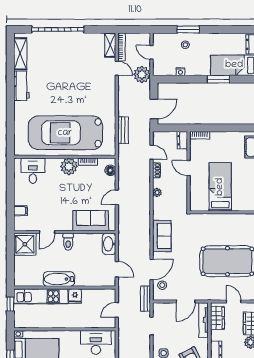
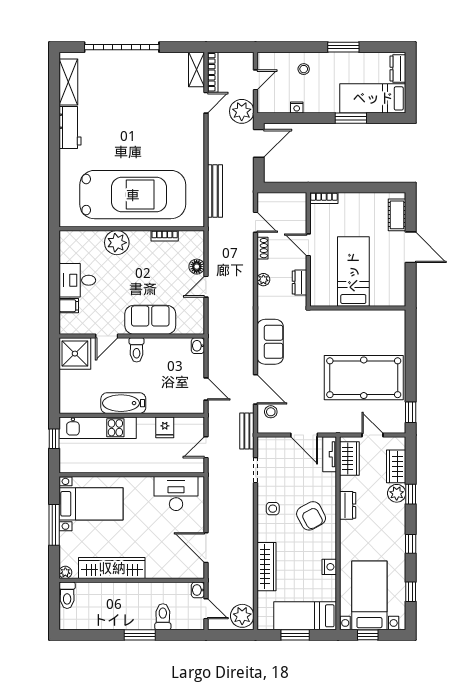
window: (188, 29) -> (343, 47), moved
door: (152, 52) -> (255, 80), swing flipped
door: (117, 68) -> (206, 103), hinge flipped
door: (154, 109) -> (259, 143), moved
bench: (123, 130) -> (215, 191), width x1.36
car: (65, 133) -> (133, 195), turned 180
dresser: (182, 140) -> (299, 282), moved
plant: (69, 166) -> (117, 243), moved
floor lamp: (110, 170) -> (197, 267), moved
desk: (33, 171) -> (77, 280), moved, turned -90
sofa: (91, 221) -> (150, 320), moved
washbasin: (109, 244) -> (198, 346), width x0.52, depth x0.69
door: (152, 269) -> (255, 389), hinge flipped
fridge: (75, 296) -> (165, 427), moved
door: (186, 301) -> (304, 435), hinge flipped
tv unit: (204, 320) -> (330, 454), width x0.71

